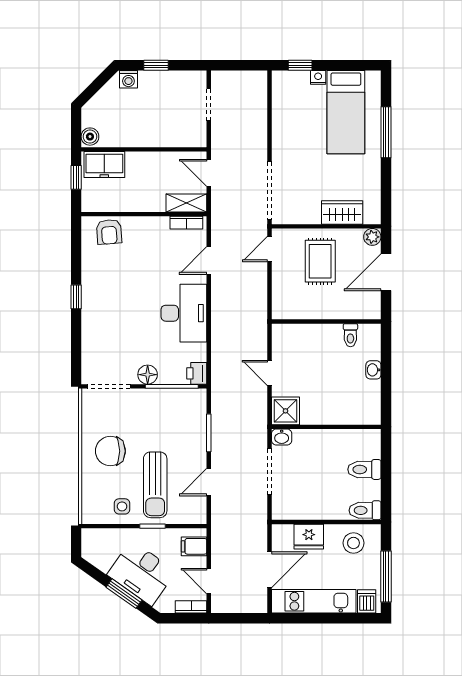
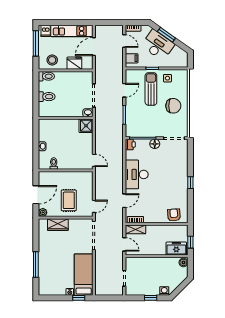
bed: (346, 112) -> (84, 275), moved
door: (270, 373) -> (94, 160), moved

